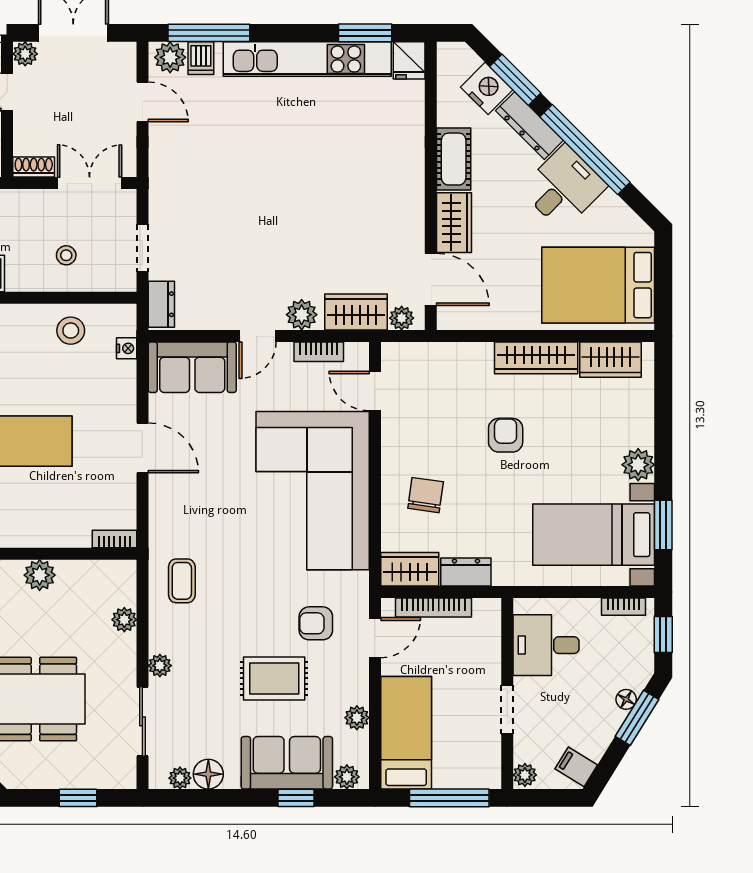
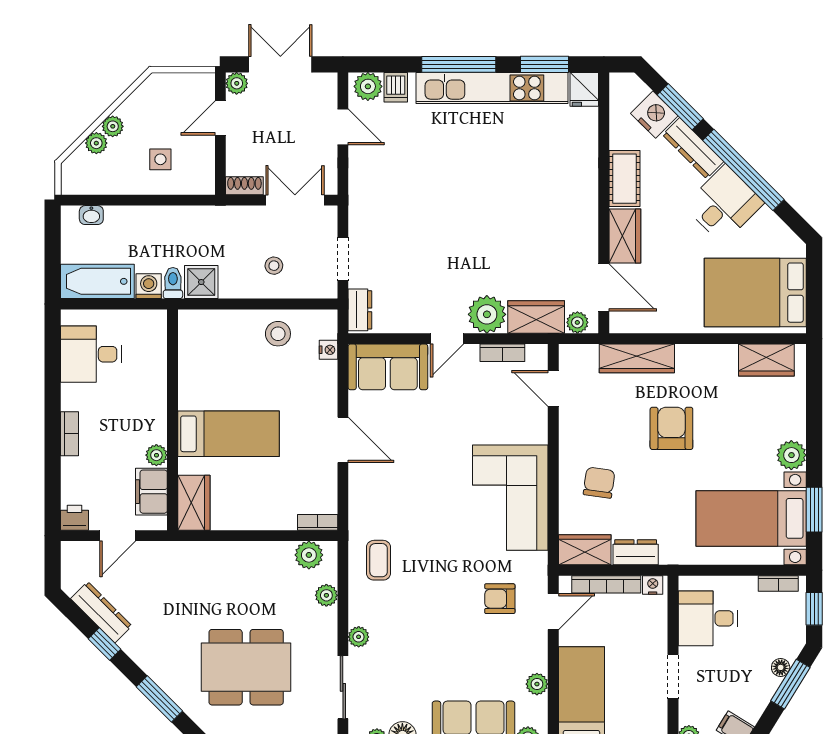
window: (209, 33) -> (459, 64), moved
plant: (302, 315) -> (487, 314), width x1.36, depth x1.36
wardrobe: (536, 358) -> (637, 358), moved
armchair: (506, 435) -> (671, 428), width x1.38, depth x1.38
corner sofa: (313, 491) -> (510, 498), width x0.73, depth x0.74
plant: (40, 575) -> (309, 555), moved
nightstand: (485, 608) -> (653, 585), added
rug: (274, 678) -> (462, 649), removed

